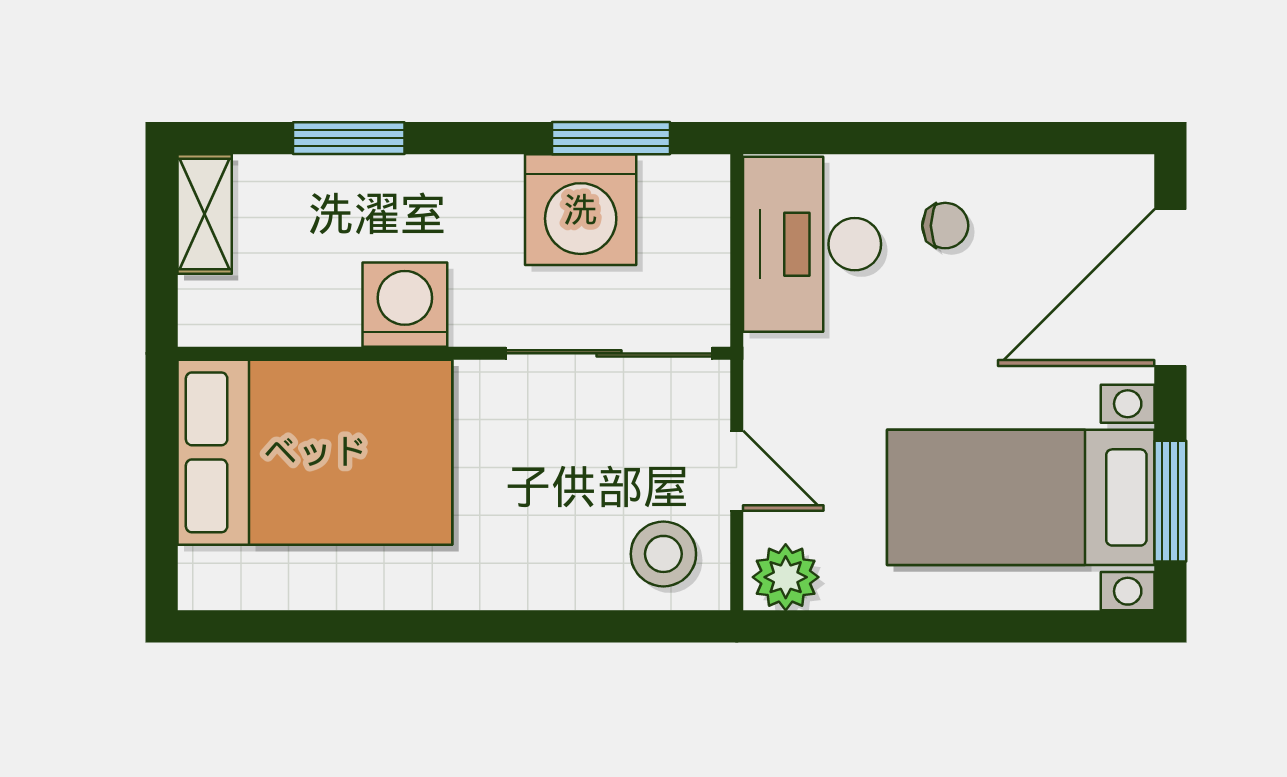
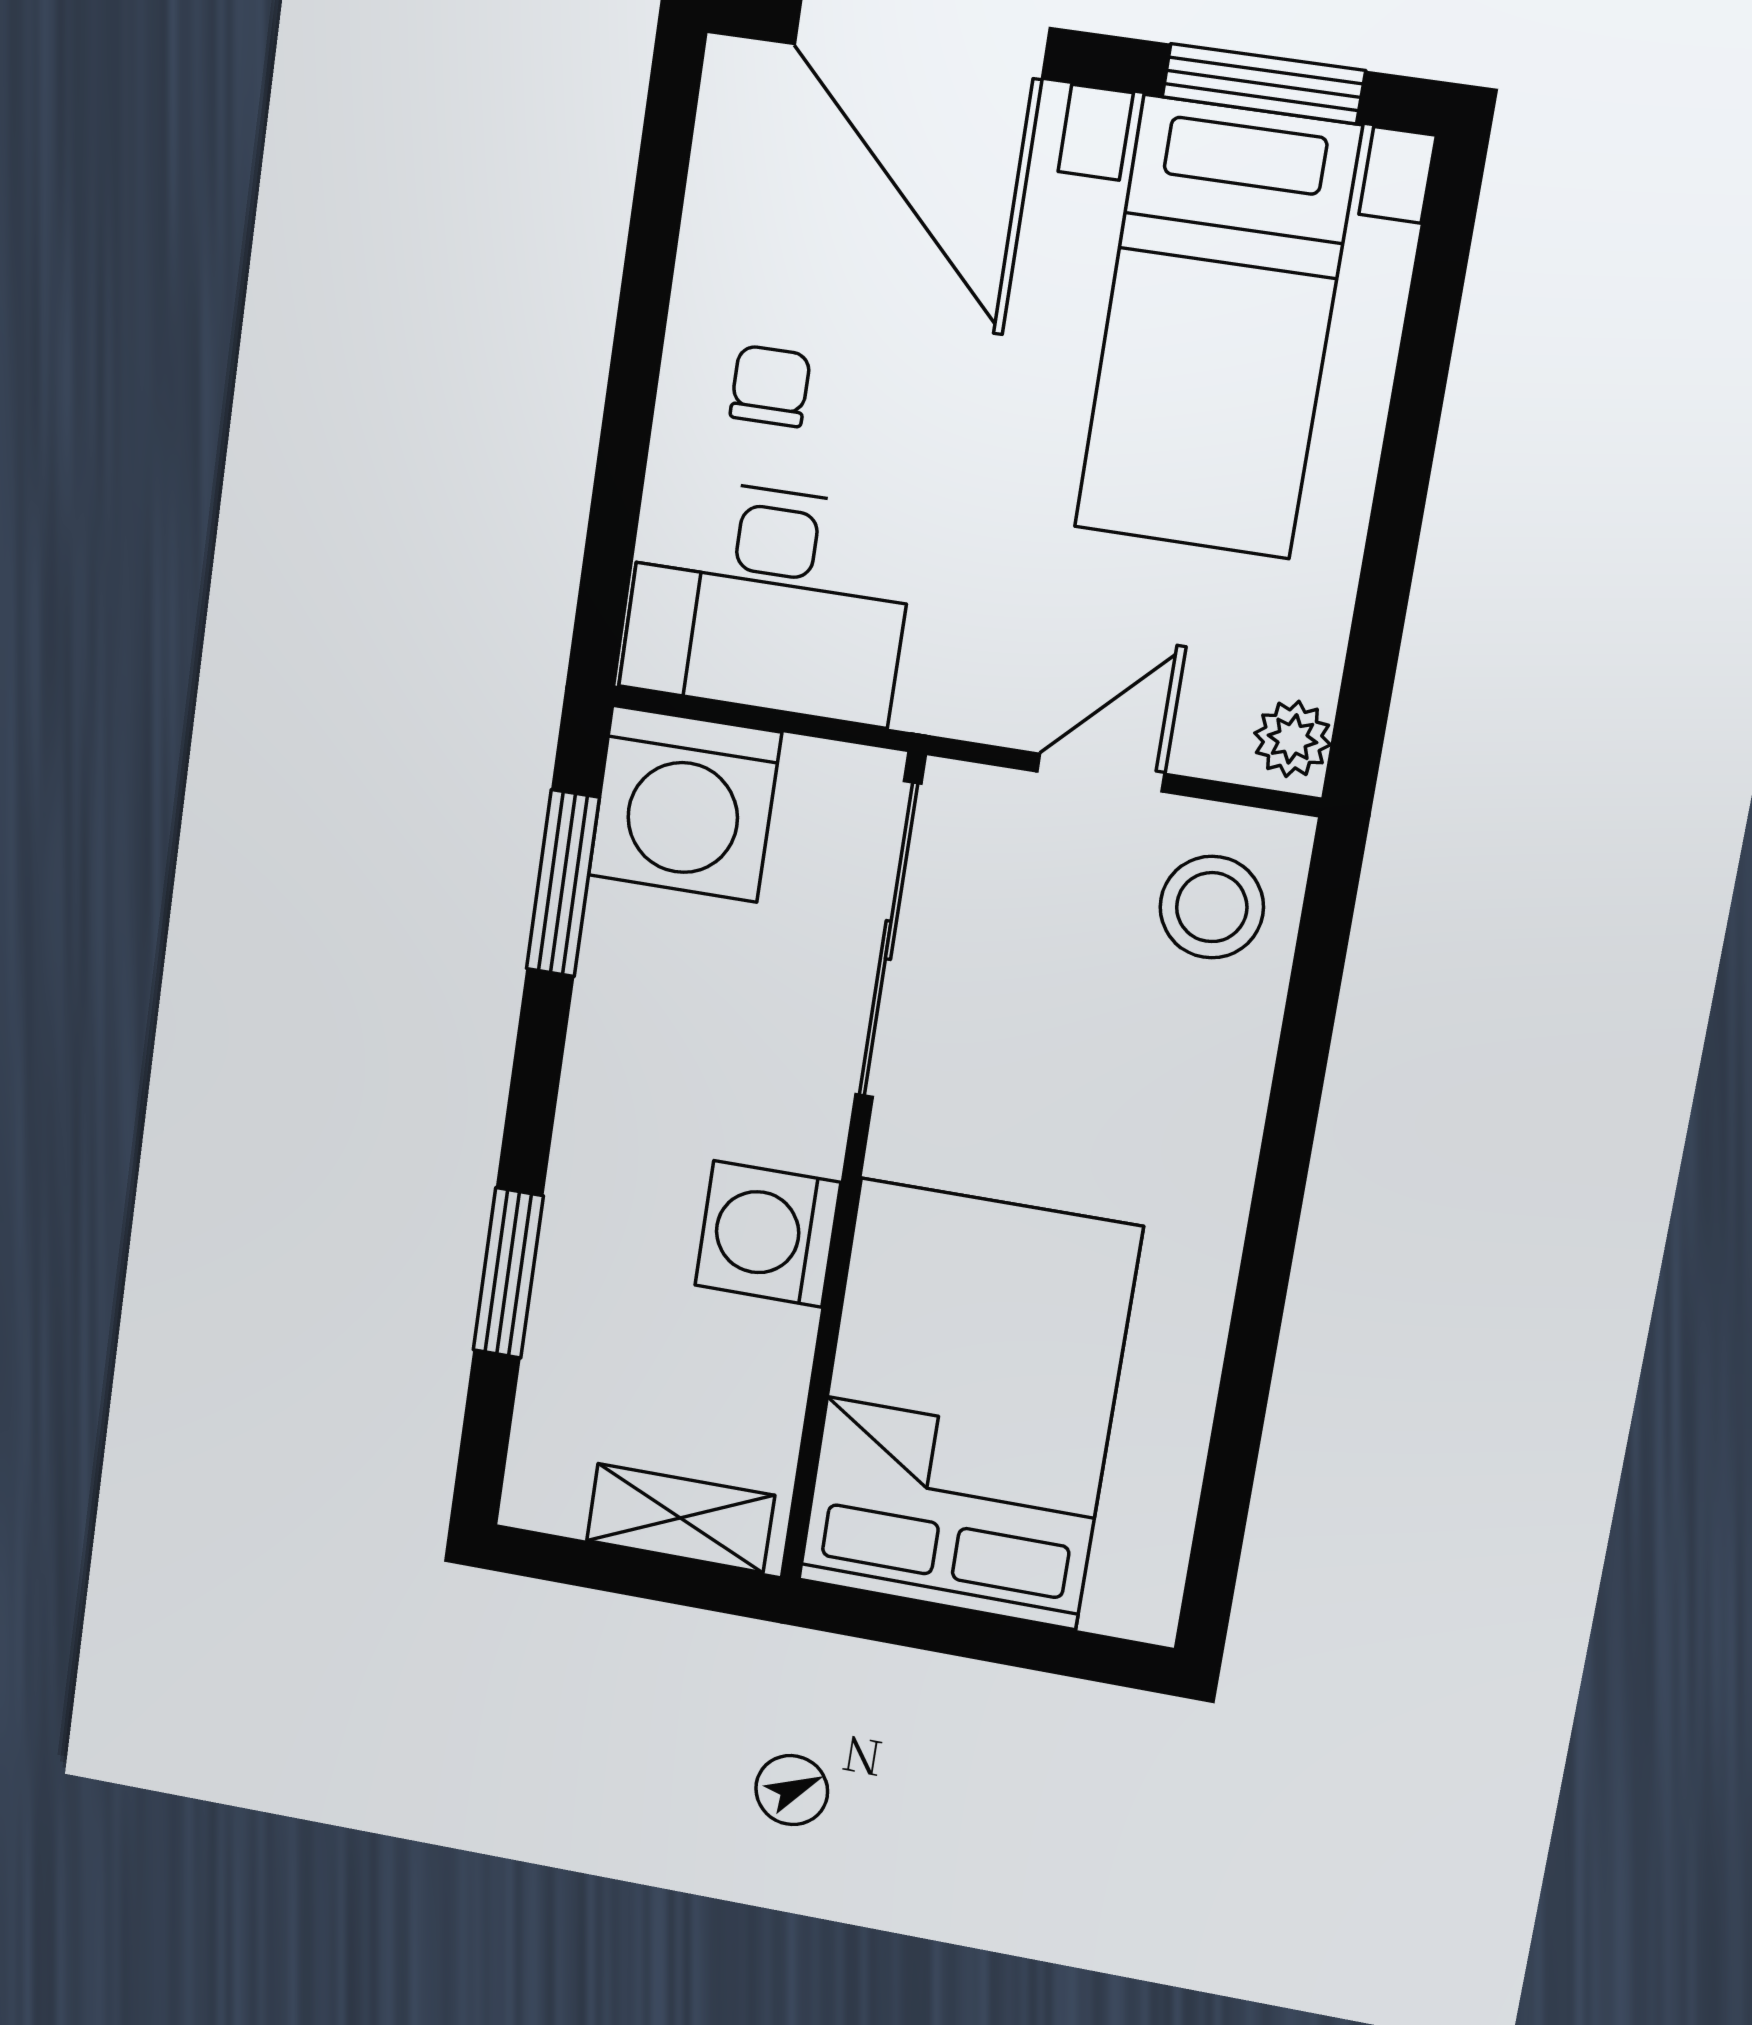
washing machine: (581, 210) -> (685, 804), moved, turned 90
shelving: (205, 214) -> (680, 1518), moved
plant: (786, 577) -> (1292, 739), width x0.73, depth x0.73

